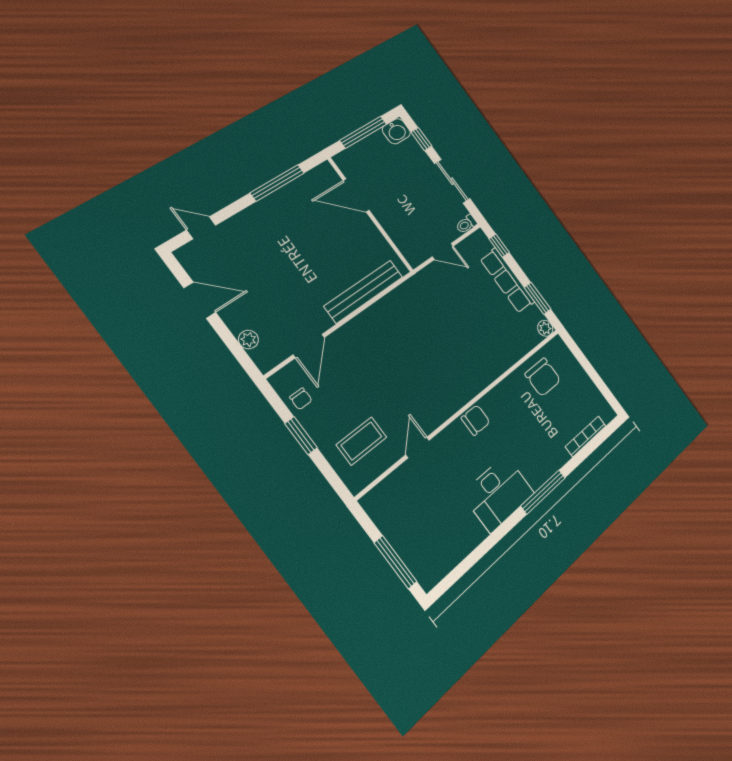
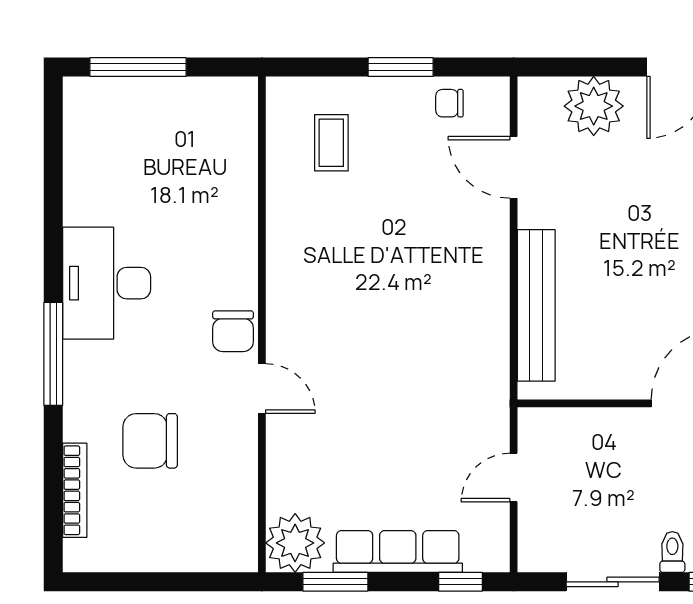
toilet: (466, 224) -> (672, 552), moved
plant: (545, 328) -> (295, 543), width x1.88, depth x1.88
plant: (248, 340) -> (594, 106), width x1.88, depth x1.88
chair: (543, 377) -> (150, 441), moved
coffee table: (361, 441) -> (331, 143), width x0.73, depth x0.77
door: (417, 448) -> (262, 389), moved

